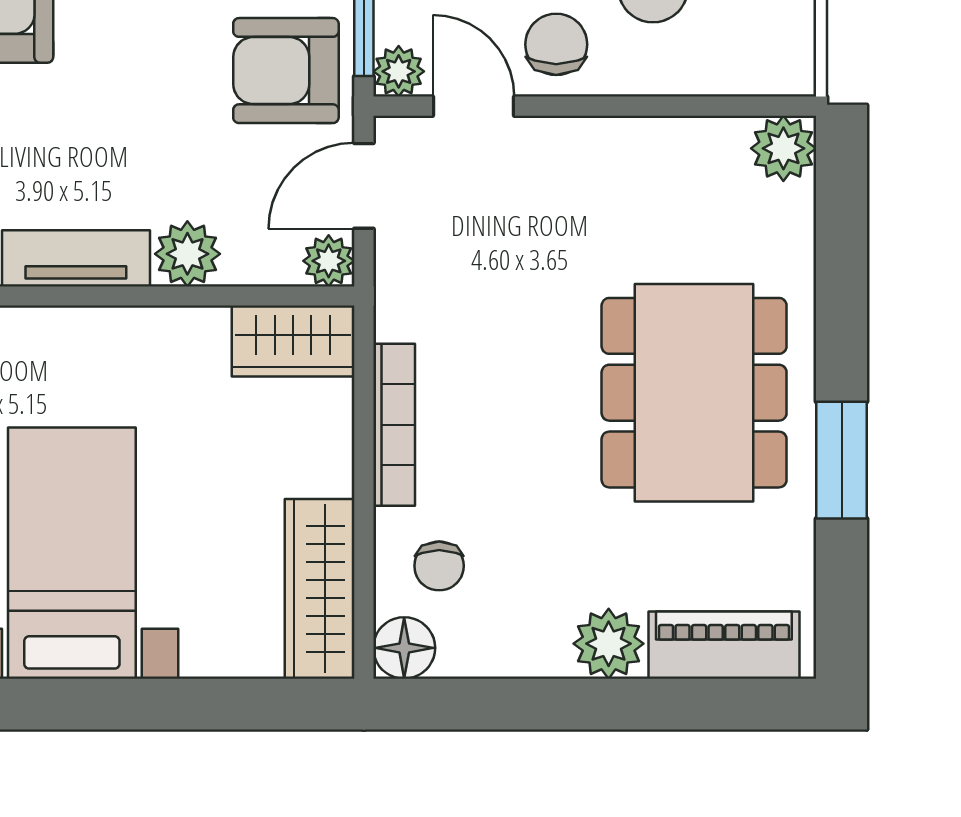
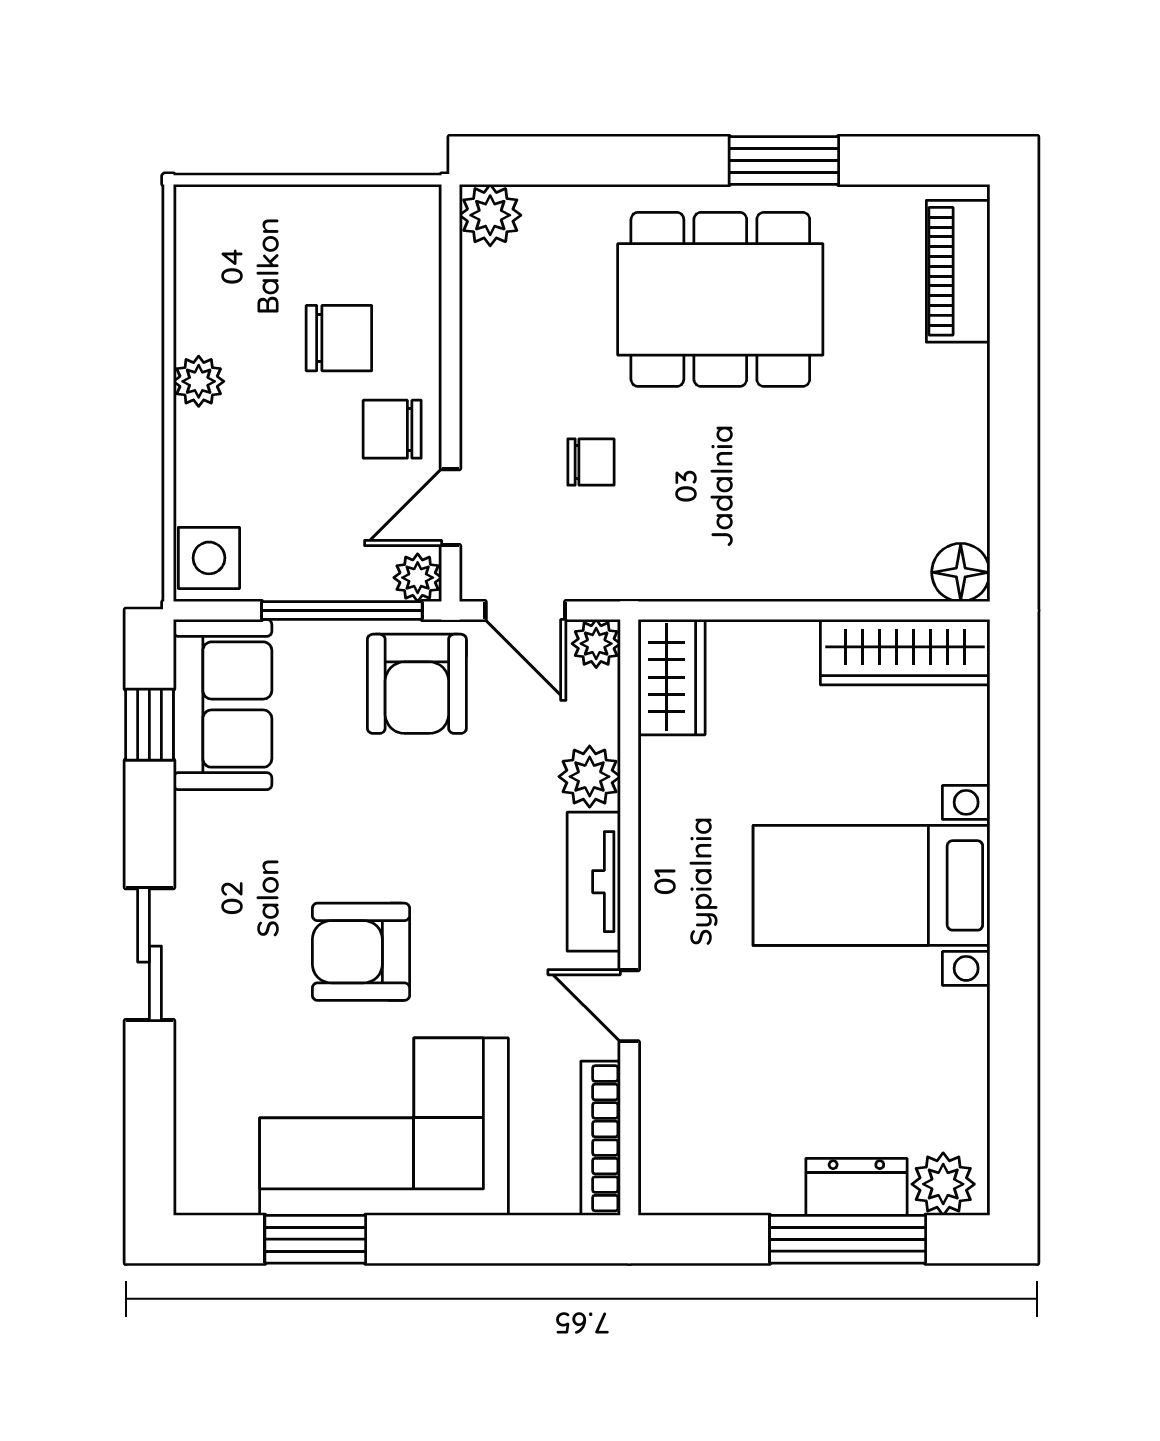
bookcase: (394, 425) -> (751, 582), removed
chair: (439, 566) -> (591, 462), moved
plant: (609, 644) -> (957, 380), removed

